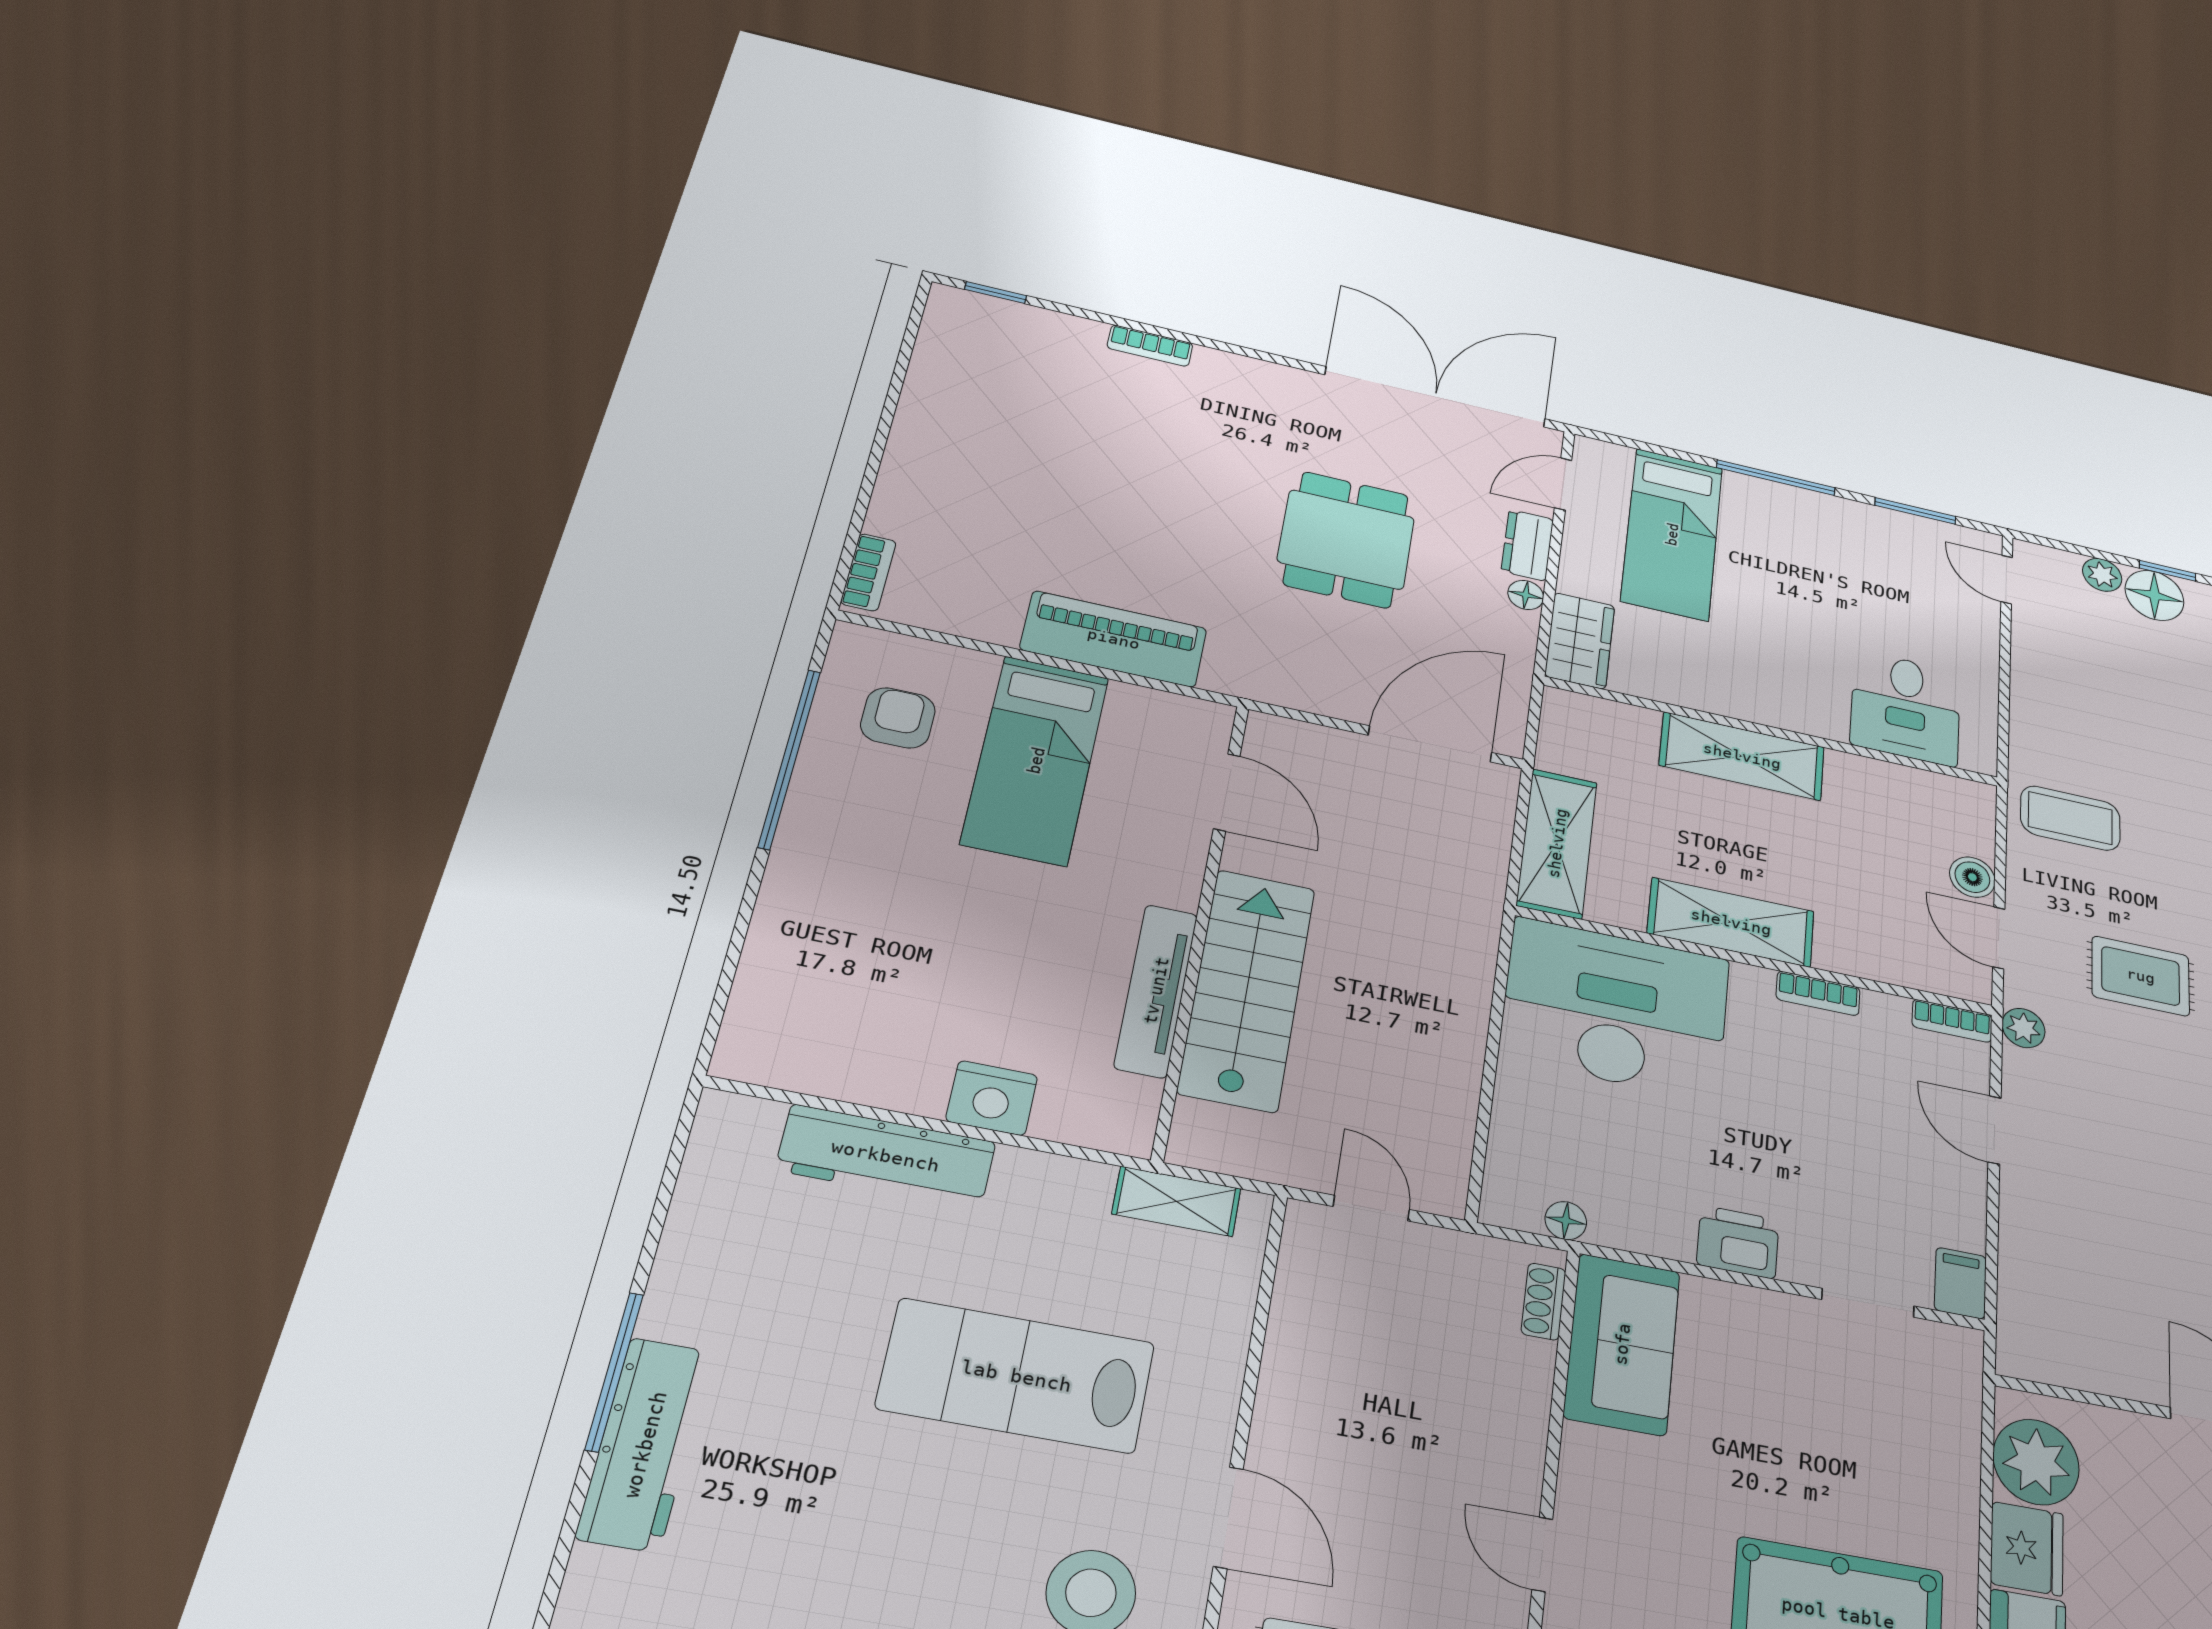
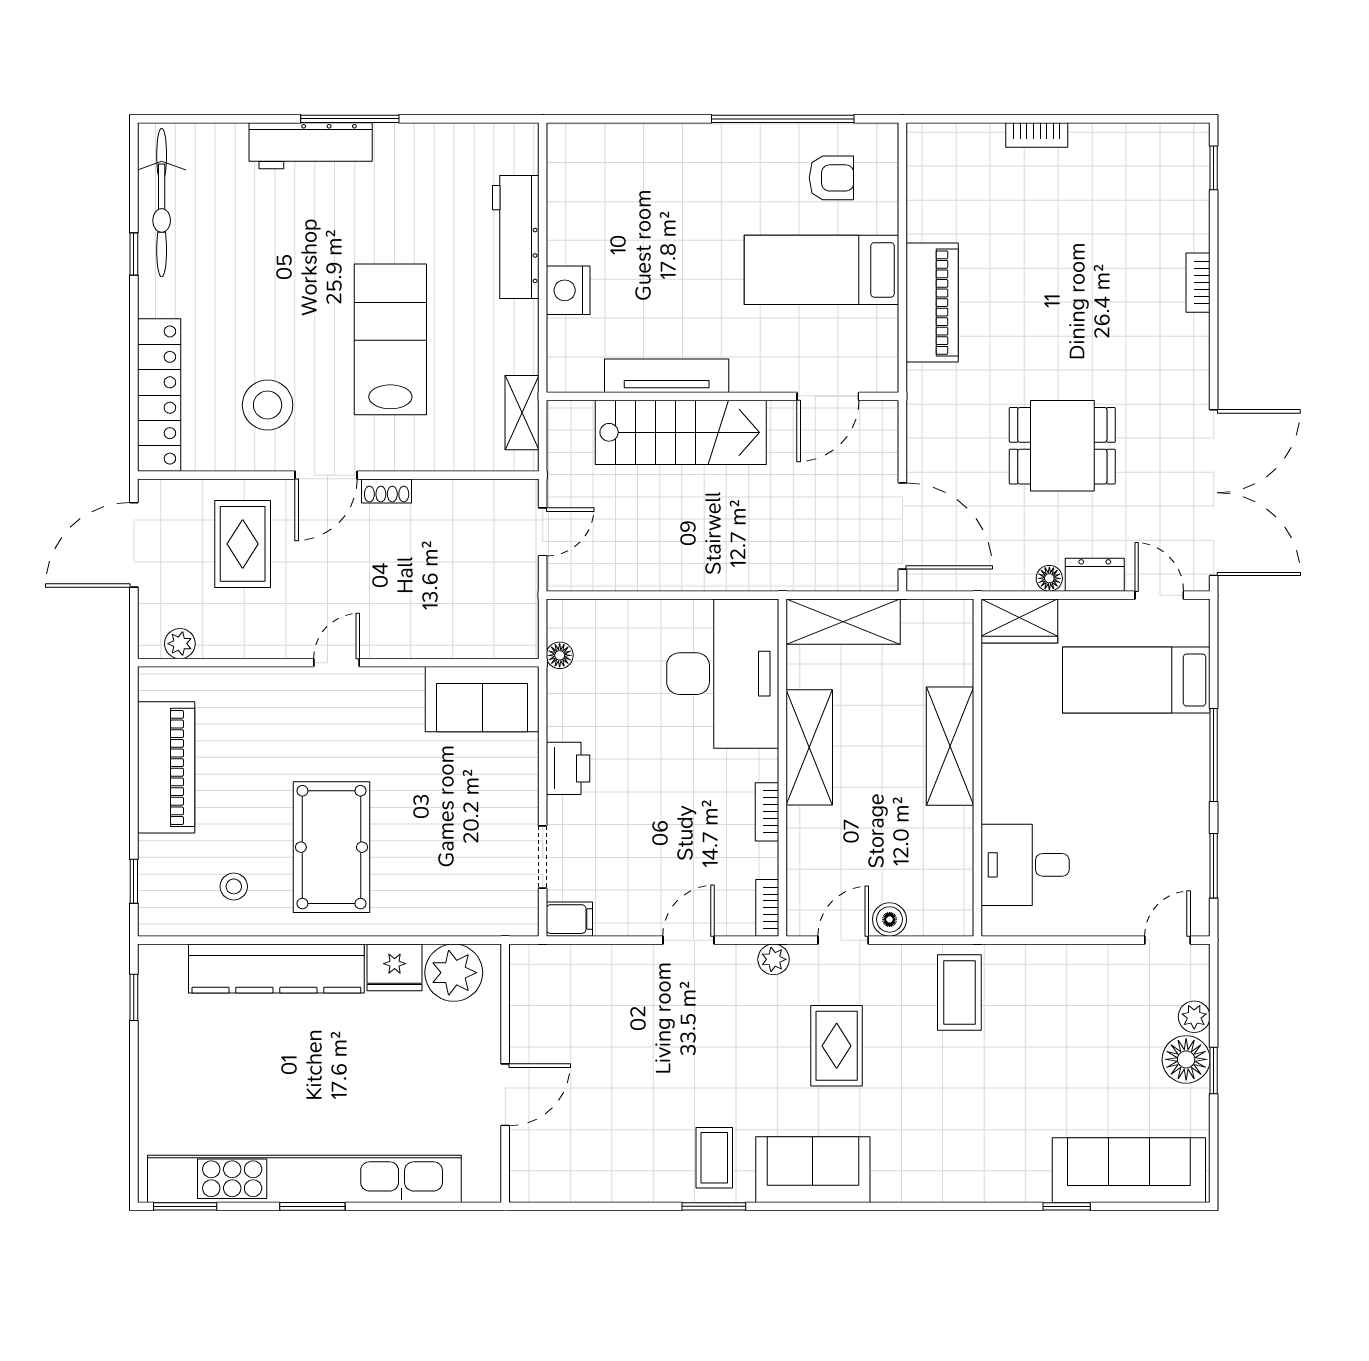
bookcase: (868, 572) -> (1037, 135), moved
shoe rack: (1544, 1301) -> (387, 491), moved, turned 180

